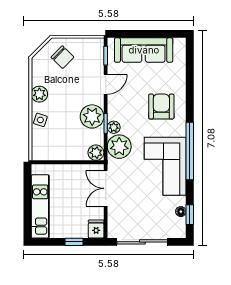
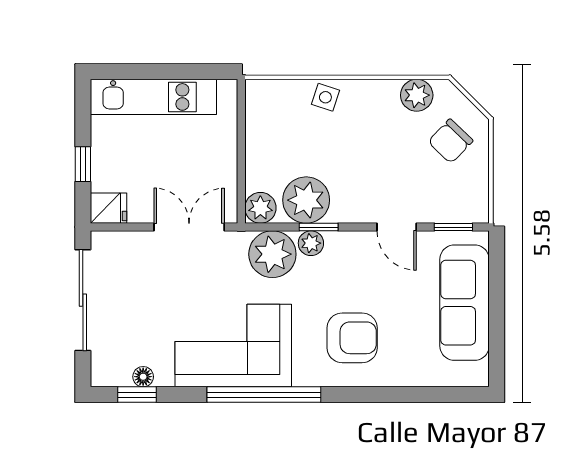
plant: (39, 94) -> (417, 95), moved
plant: (92, 116) -> (306, 200), moved

